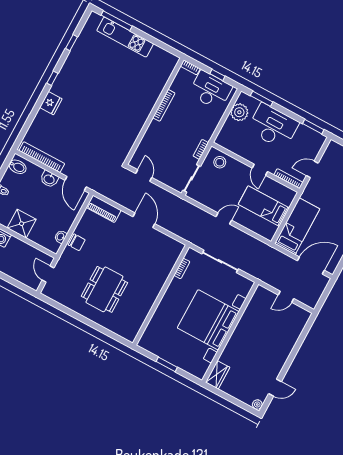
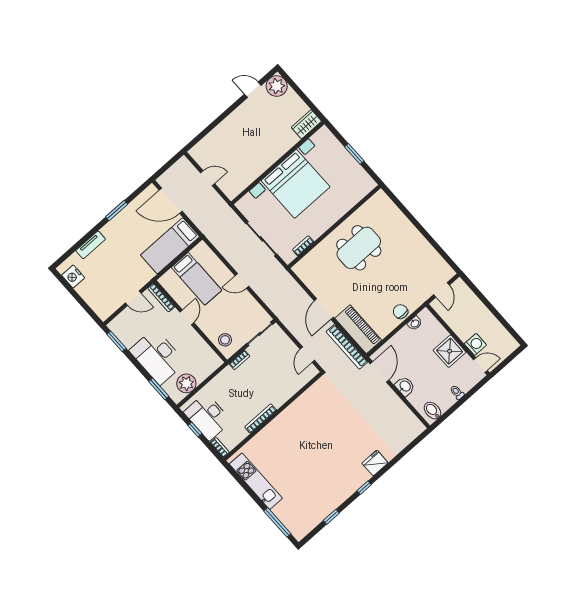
kitchen unit: (125, 37) -> (256, 481), moved
bookcase: (42, 157) -> (347, 347), moved
piano: (104, 209) -> (358, 329), width x1.37, depth x1.33
dining table: (104, 289) -> (359, 248), moved
plant: (257, 404) -> (277, 86), width x1.87, depth x1.87

